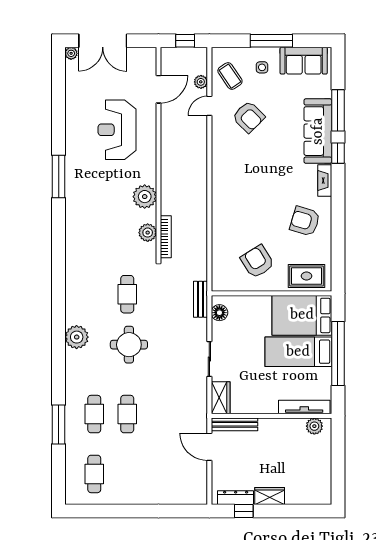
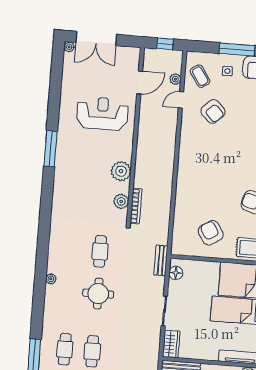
reception desk: (117, 130) -> (102, 114), turned 90
plant: (77, 337) -> (51, 279), width x0.53, depth x0.53

